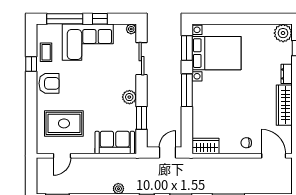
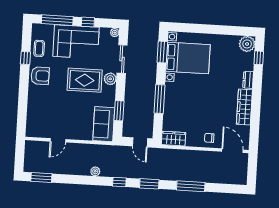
window: (187, 90) -> (160, 99), moved
plant: (129, 97) -> (110, 79), moved
rug: (64, 123) -> (85, 80), moved
sofa: (115, 143) -> (104, 124), moved, turned -90
door: (168, 153) -> (140, 142), swing flipped
door: (62, 156) -> (58, 140), moved

